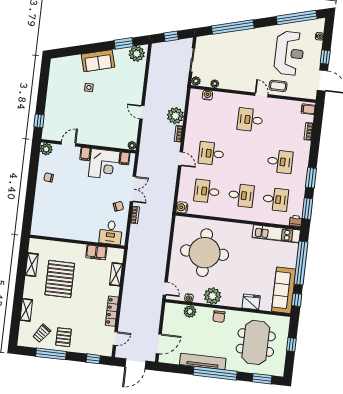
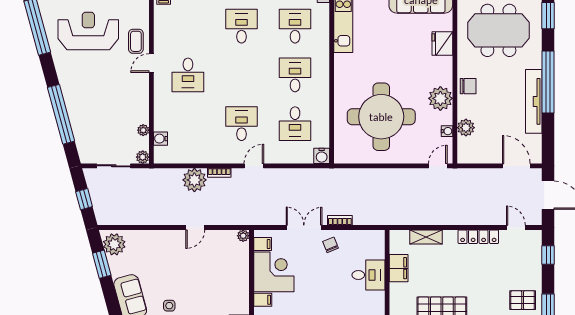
desk: (211, 154) -> (241, 124), turned 180
desk: (111, 232) -> (368, 275), moved

